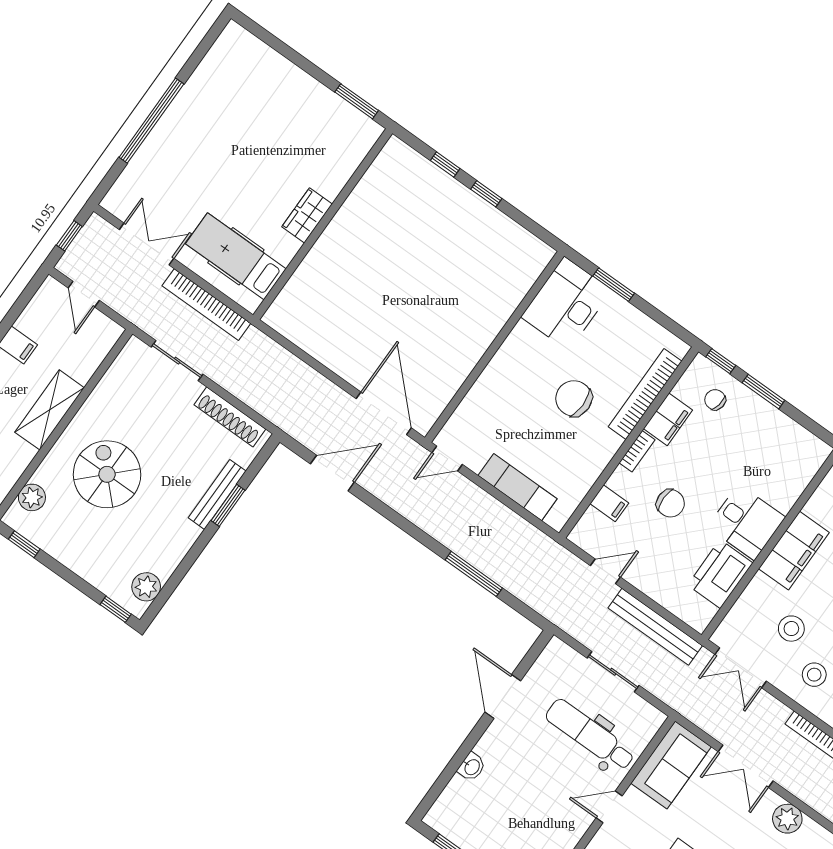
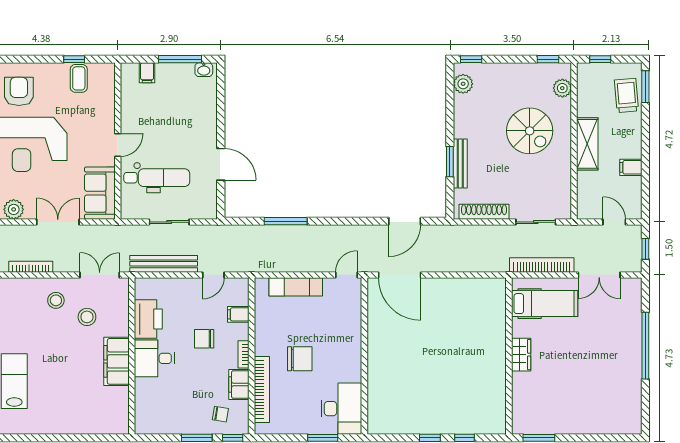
washbasin: (472, 767) -> (204, 70), moved, turned -90

